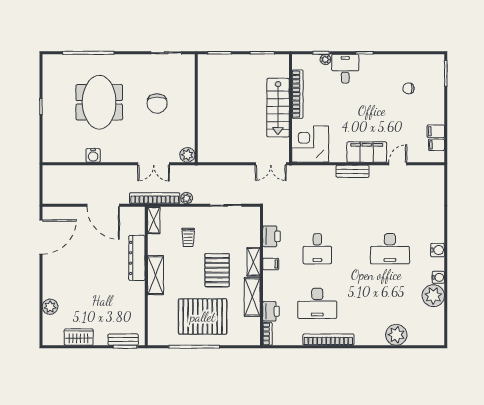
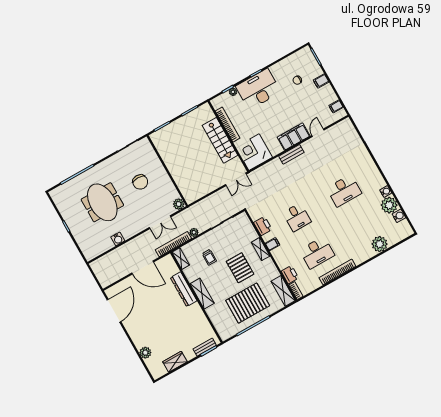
desk: (345, 69) -> (258, 89), width x1.87, depth x1.30
filing cabinet: (436, 131) -> (321, 81), moved
water cooler: (438, 250) -> (399, 216), moved
shelving: (252, 297) -> (283, 291), moved

